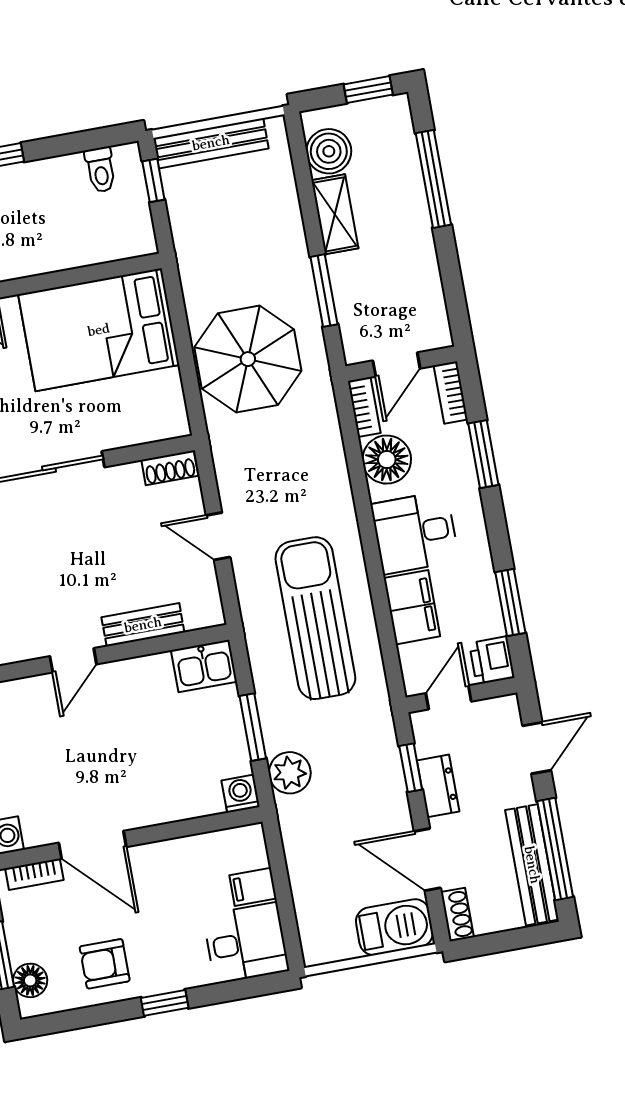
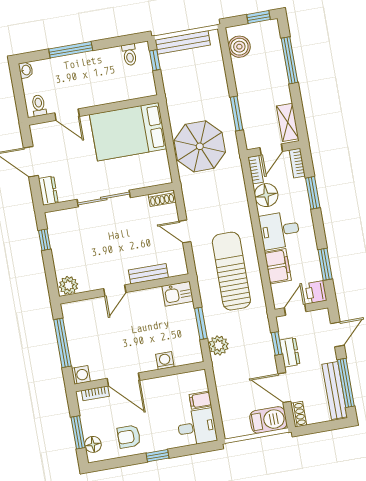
shelving: (335, 214) -> (288, 122), moved
washing machine: (241, 794) -> (165, 361), moved

